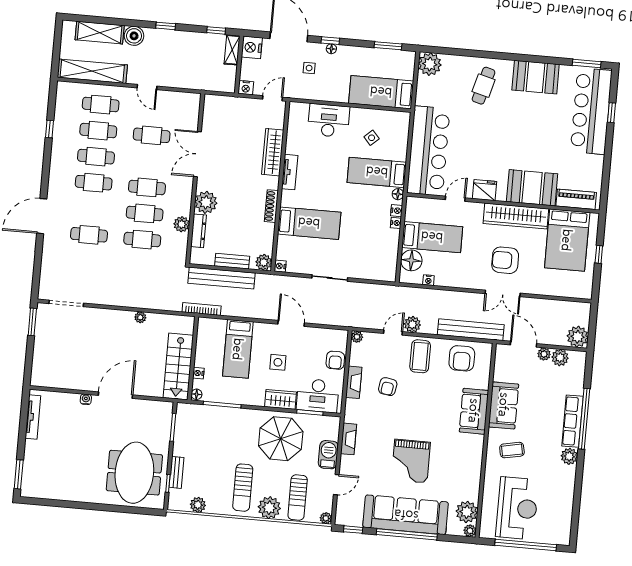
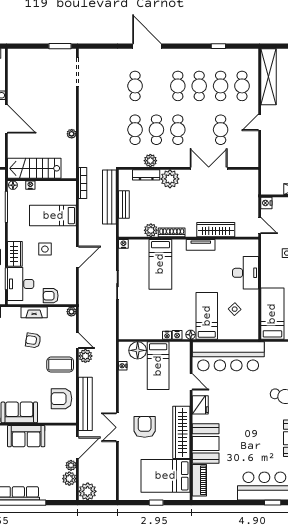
plant: (264, 262) -> (151, 230), moved

